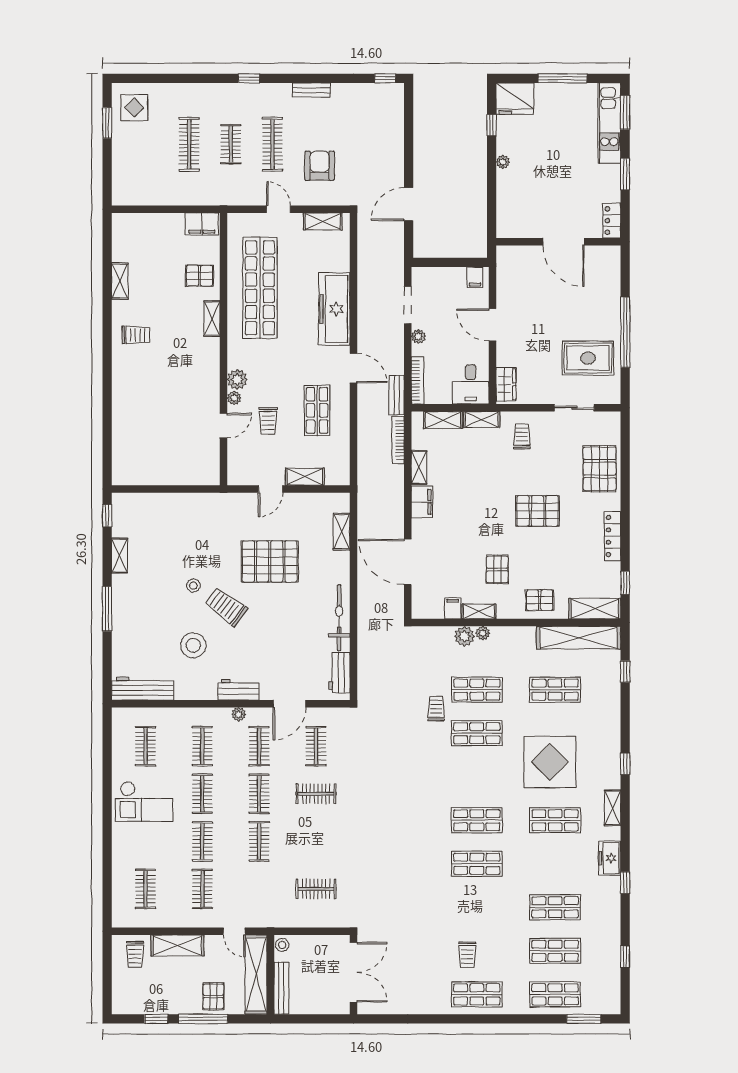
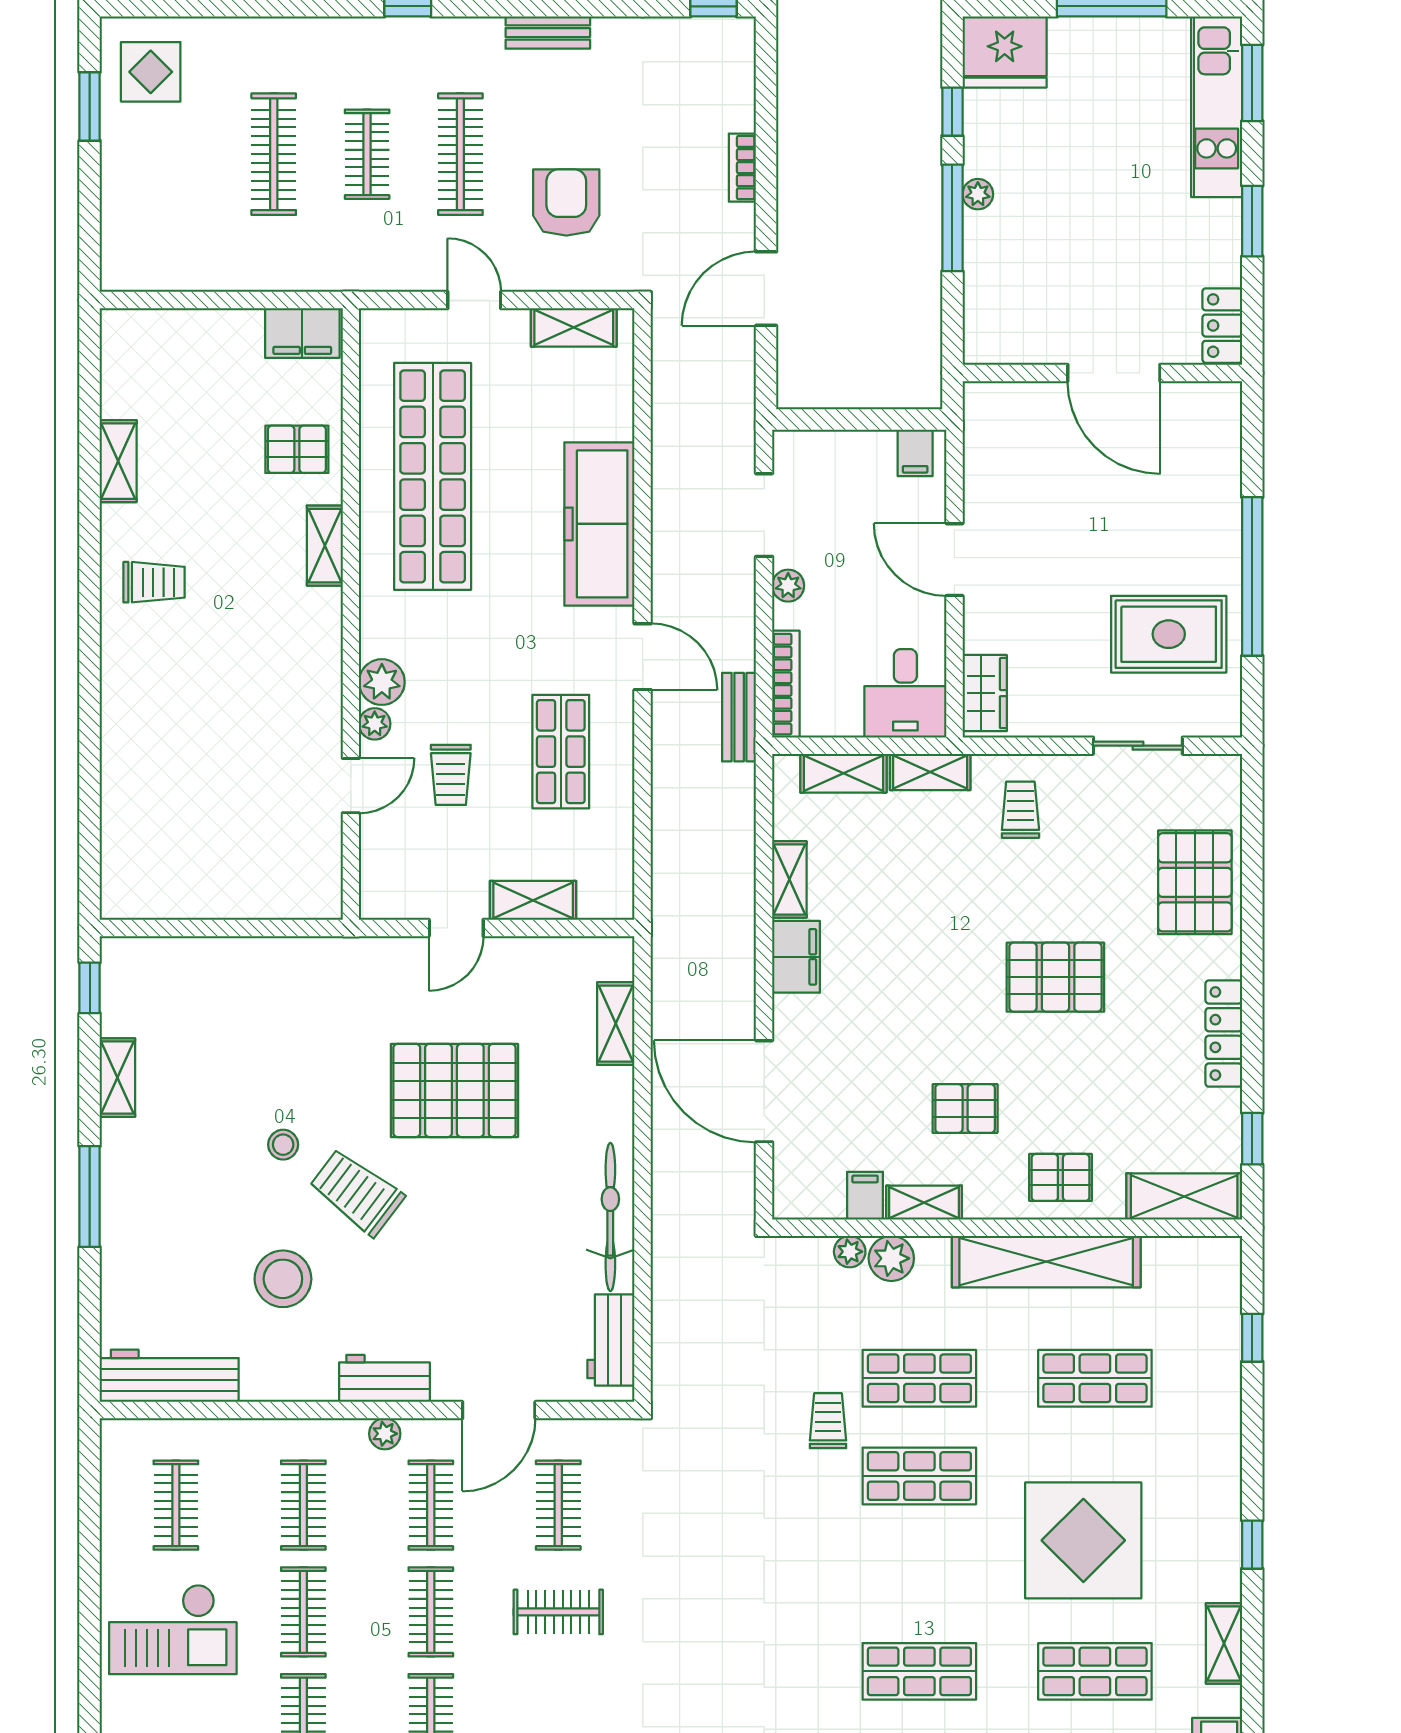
window: (492, 173) -> (952, 218), added
bookcase: (398, 440) -> (742, 168), moved, width x0.64
pallet: (497, 569) -> (965, 1109), turned 90
plant: (483, 633) -> (850, 1252), moved
shelving: (579, 638) -> (1046, 1262), moved

